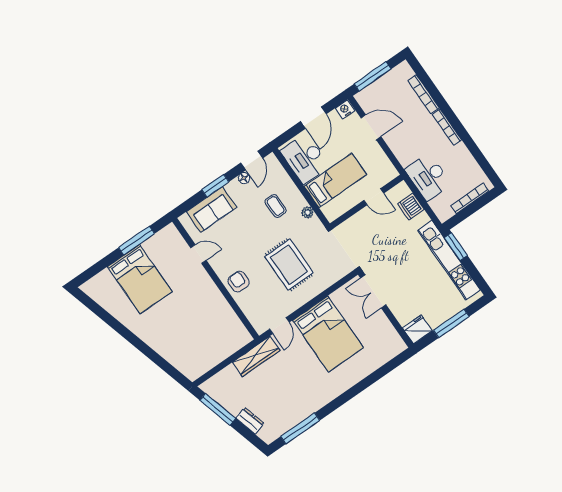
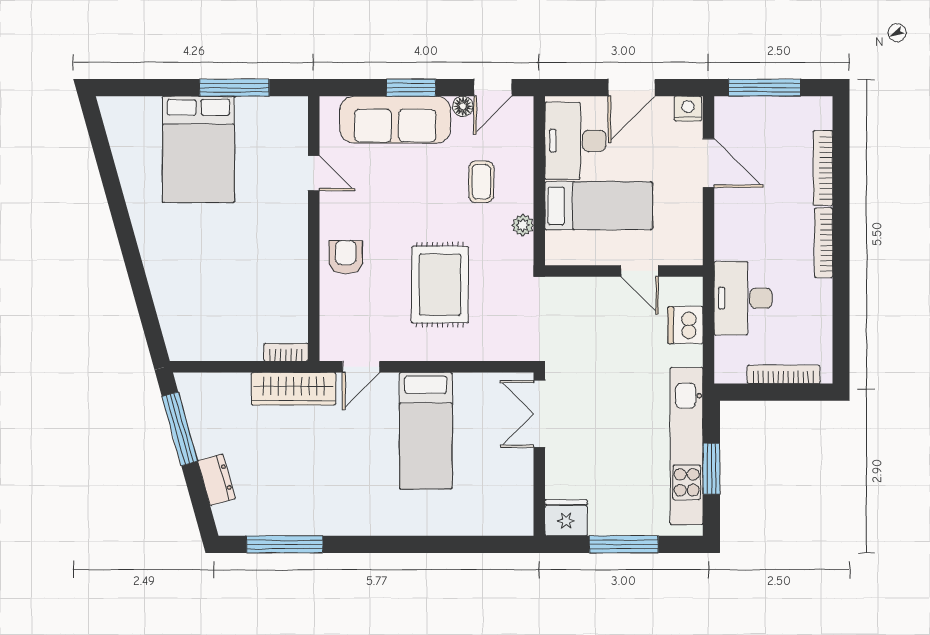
sofa: (211, 210) -> (395, 120), width x1.36
window: (456, 247) -> (711, 469), moved
bed: (328, 334) -> (426, 431), width x0.67
bookcase: (241, 342) -> (286, 352), added

